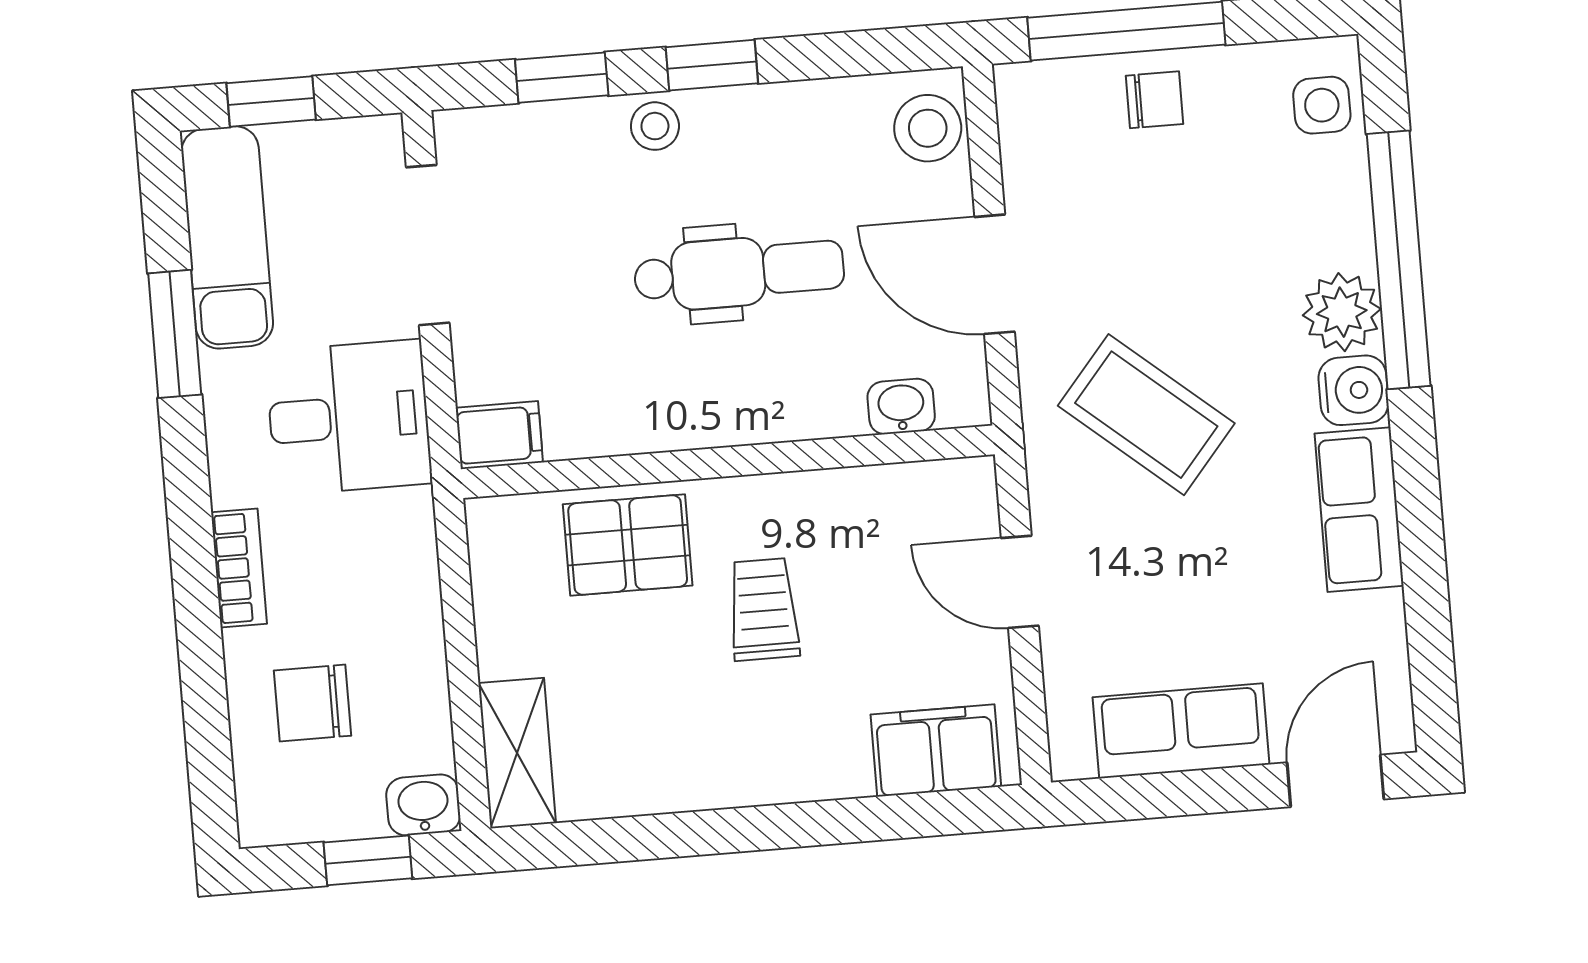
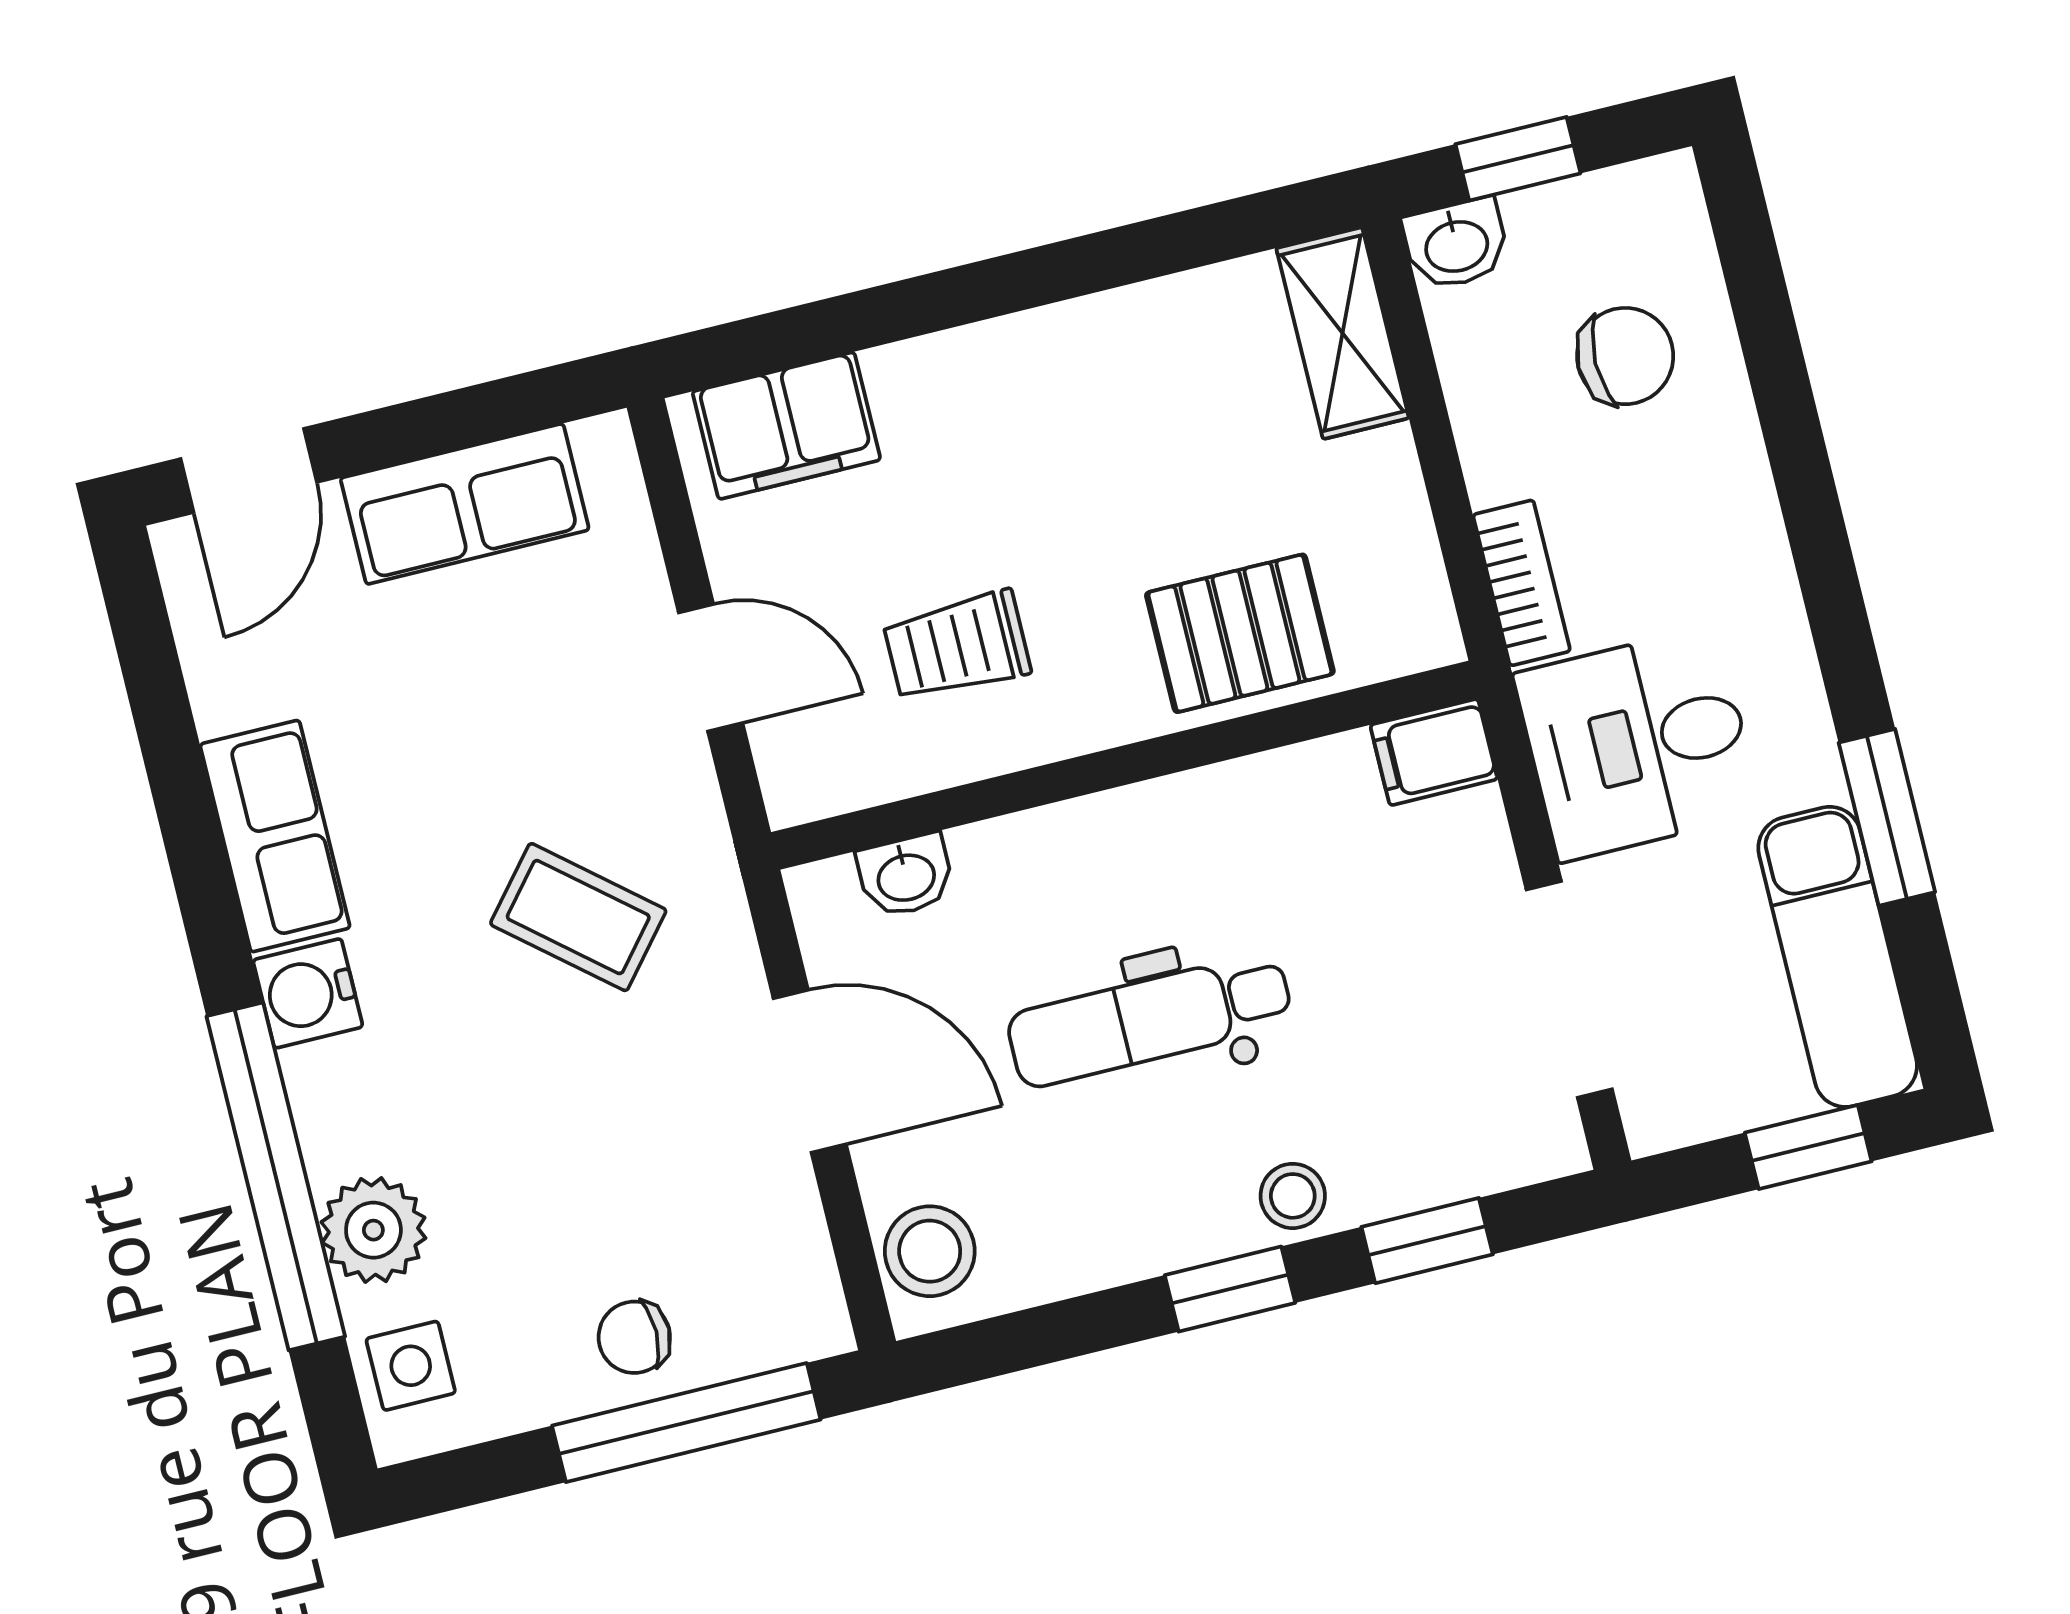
plant: (1342, 312) -> (373, 1230), moved
coffee table: (1146, 415) -> (578, 917), width x0.73, depth x0.77
bookcase: (239, 568) -> (1522, 583), moved, turned 180
trolley: (764, 609) -> (957, 646), moved, turned 90

